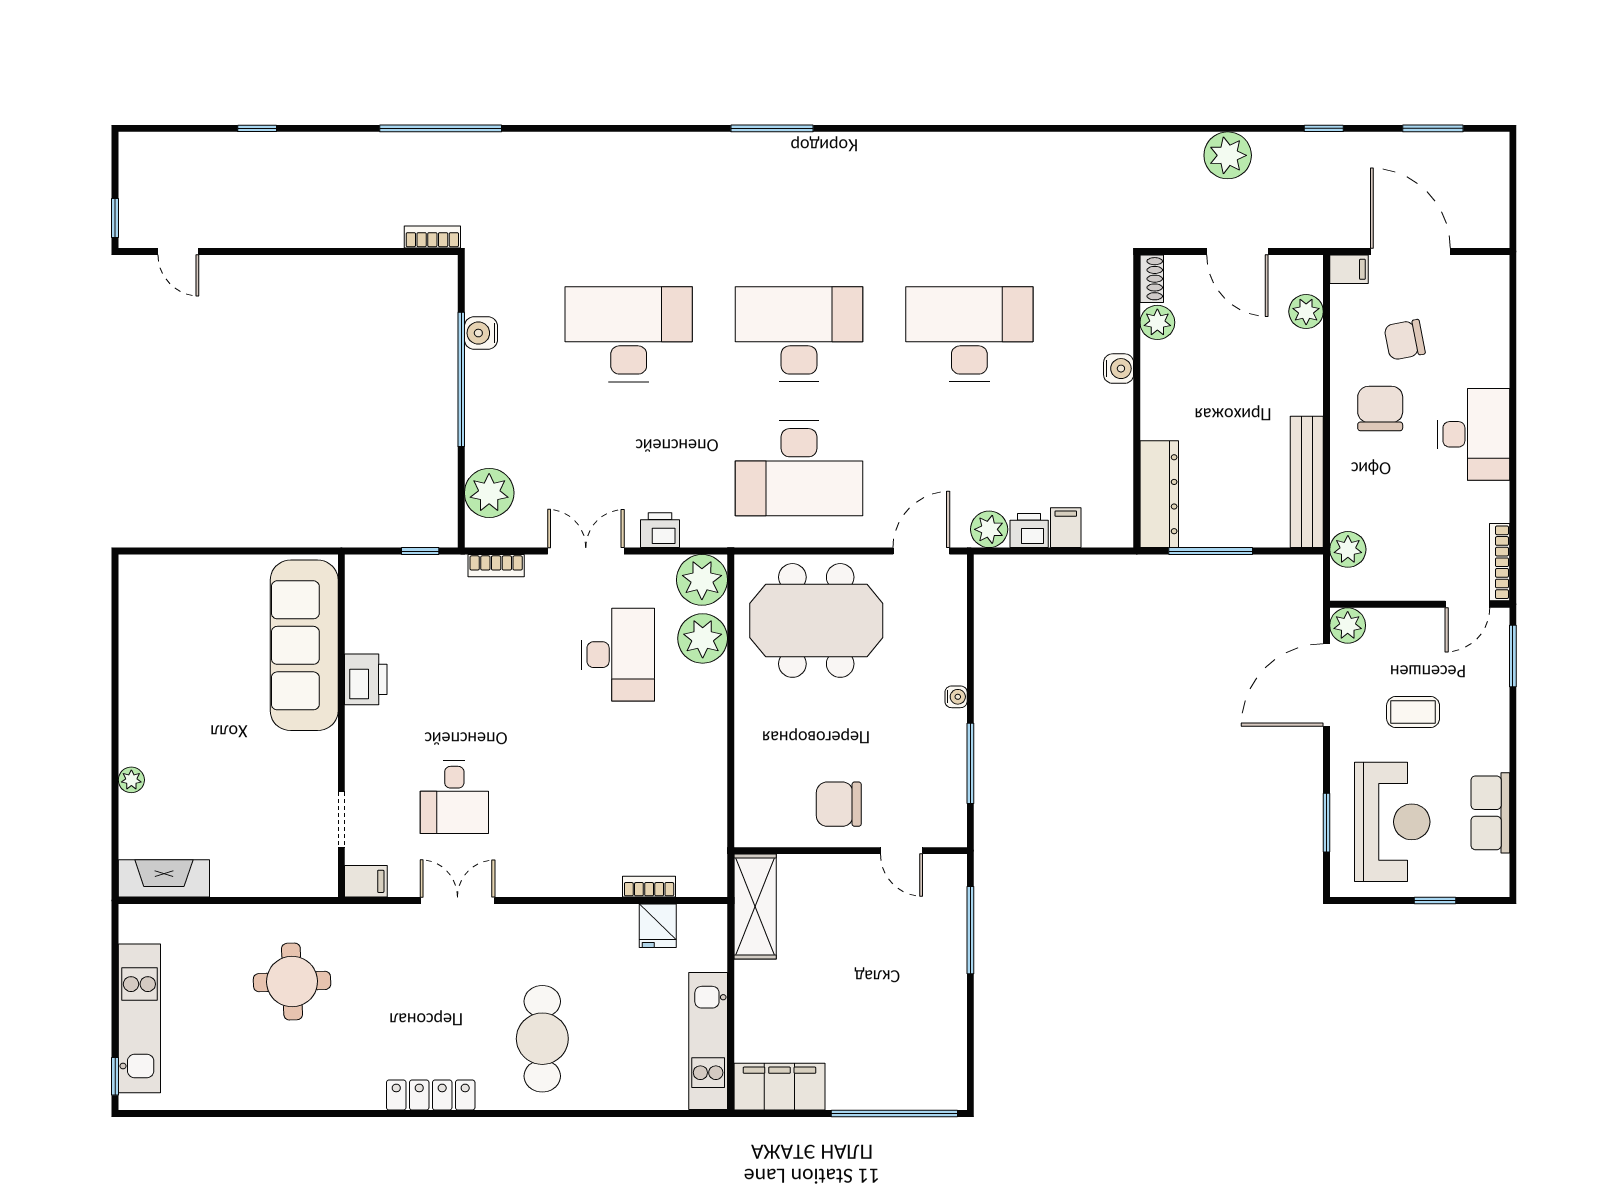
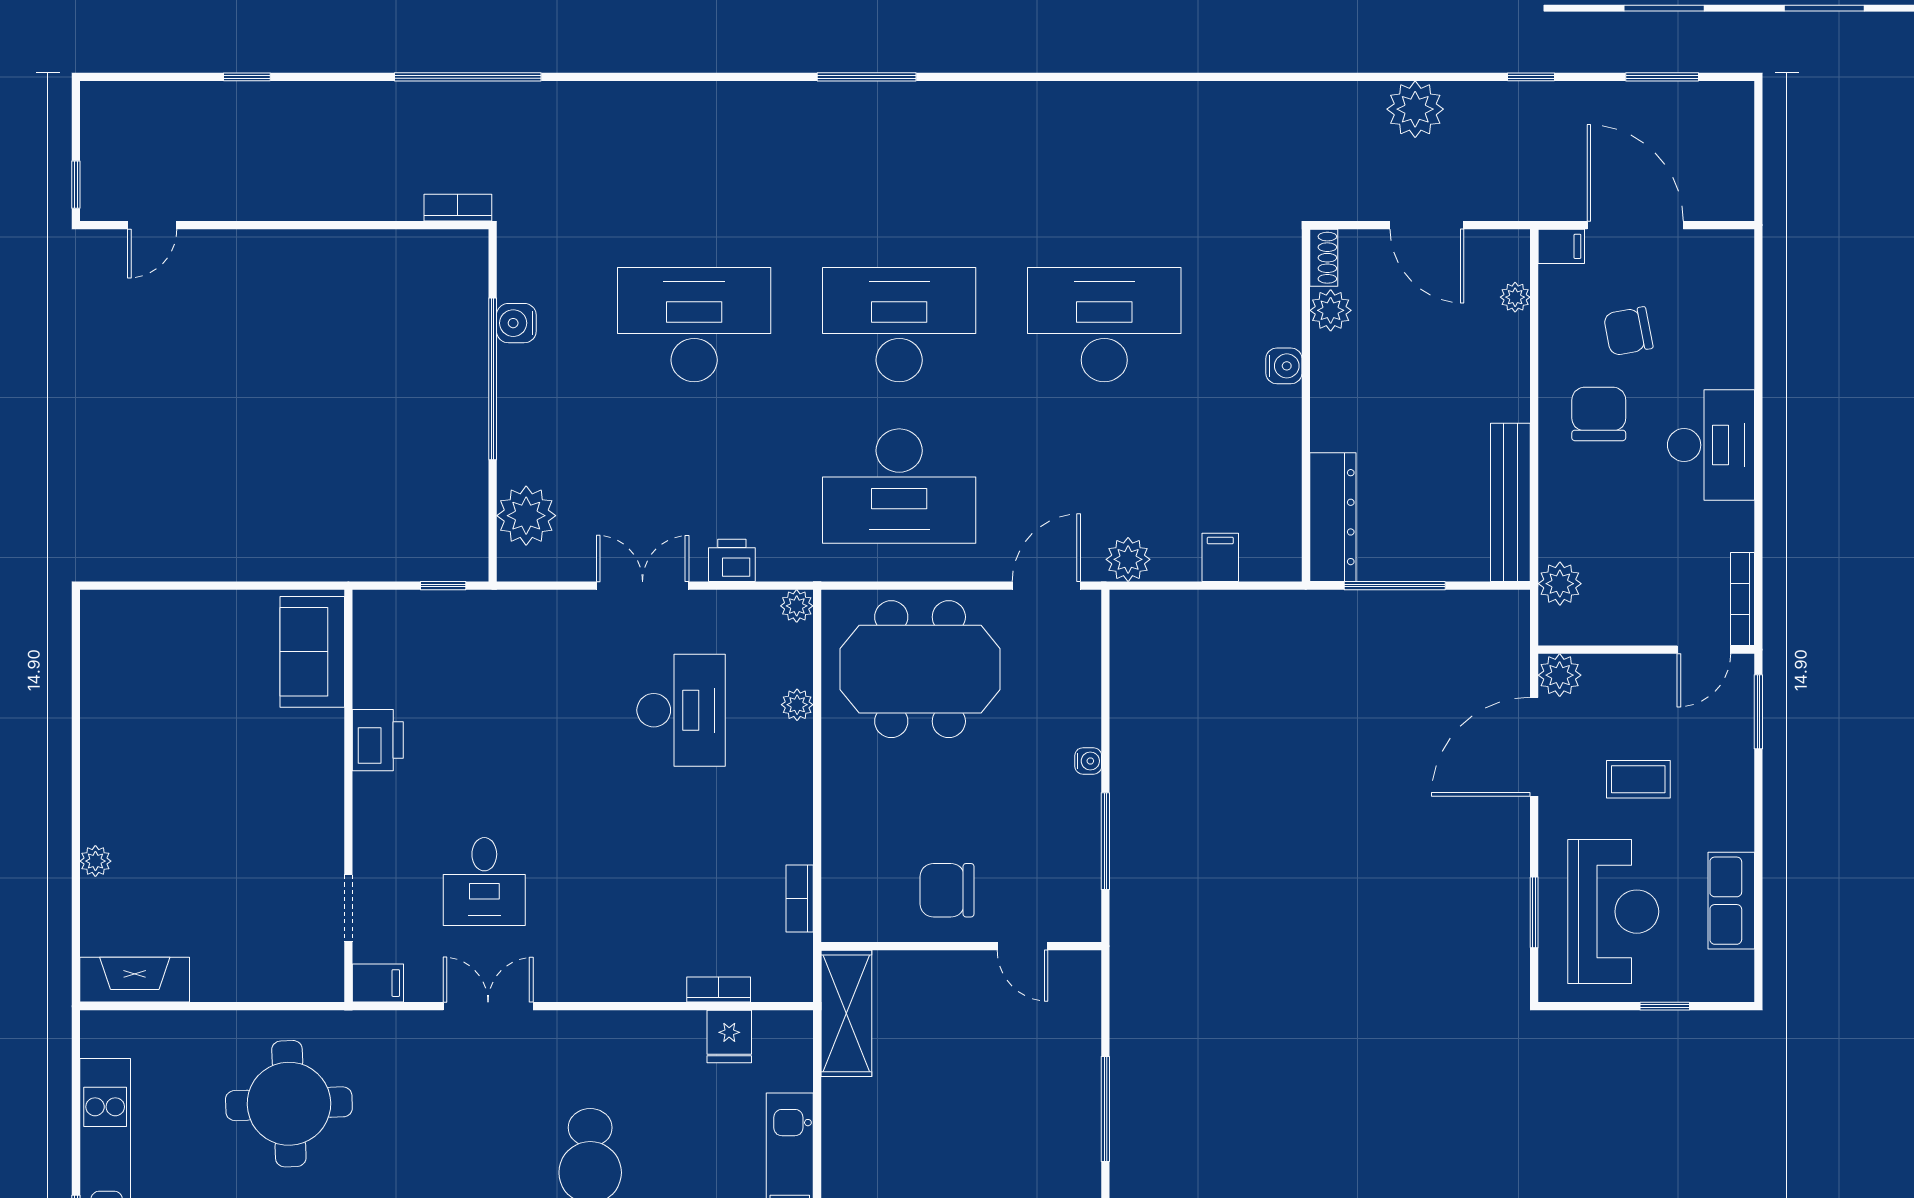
door: (178, 252) -> (152, 225), hinge flipped
plant: (1306, 312) -> (1515, 297), width x0.73, depth x0.73
printer: (1029, 531) -> (1176, 561), removed
bookcase: (496, 566) -> (800, 898), moved, turned 90
plant: (702, 580) -> (797, 606), width x0.53, depth x0.53
plant: (703, 638) -> (797, 705), width x0.53, depth x0.53
sofa: (304, 645) -> (312, 652), width x0.54, depth x0.79
window: (970, 930) -> (1105, 1109), moved
round table: (292, 982) -> (289, 1104), width x1.36, depth x1.36

